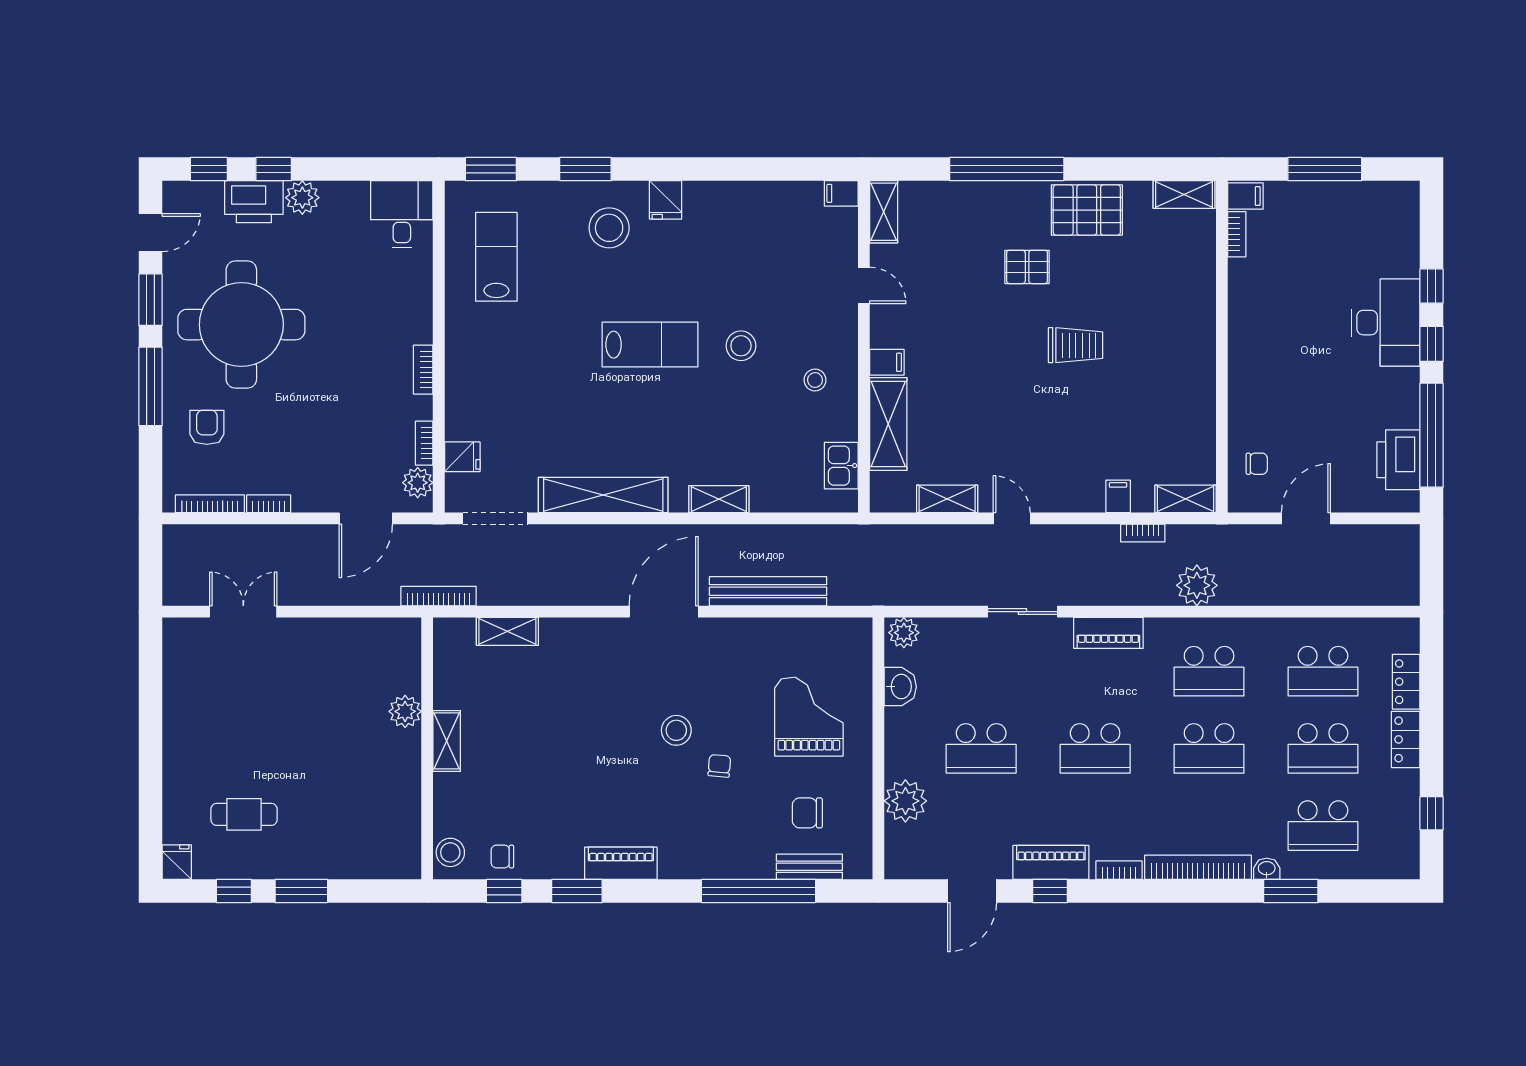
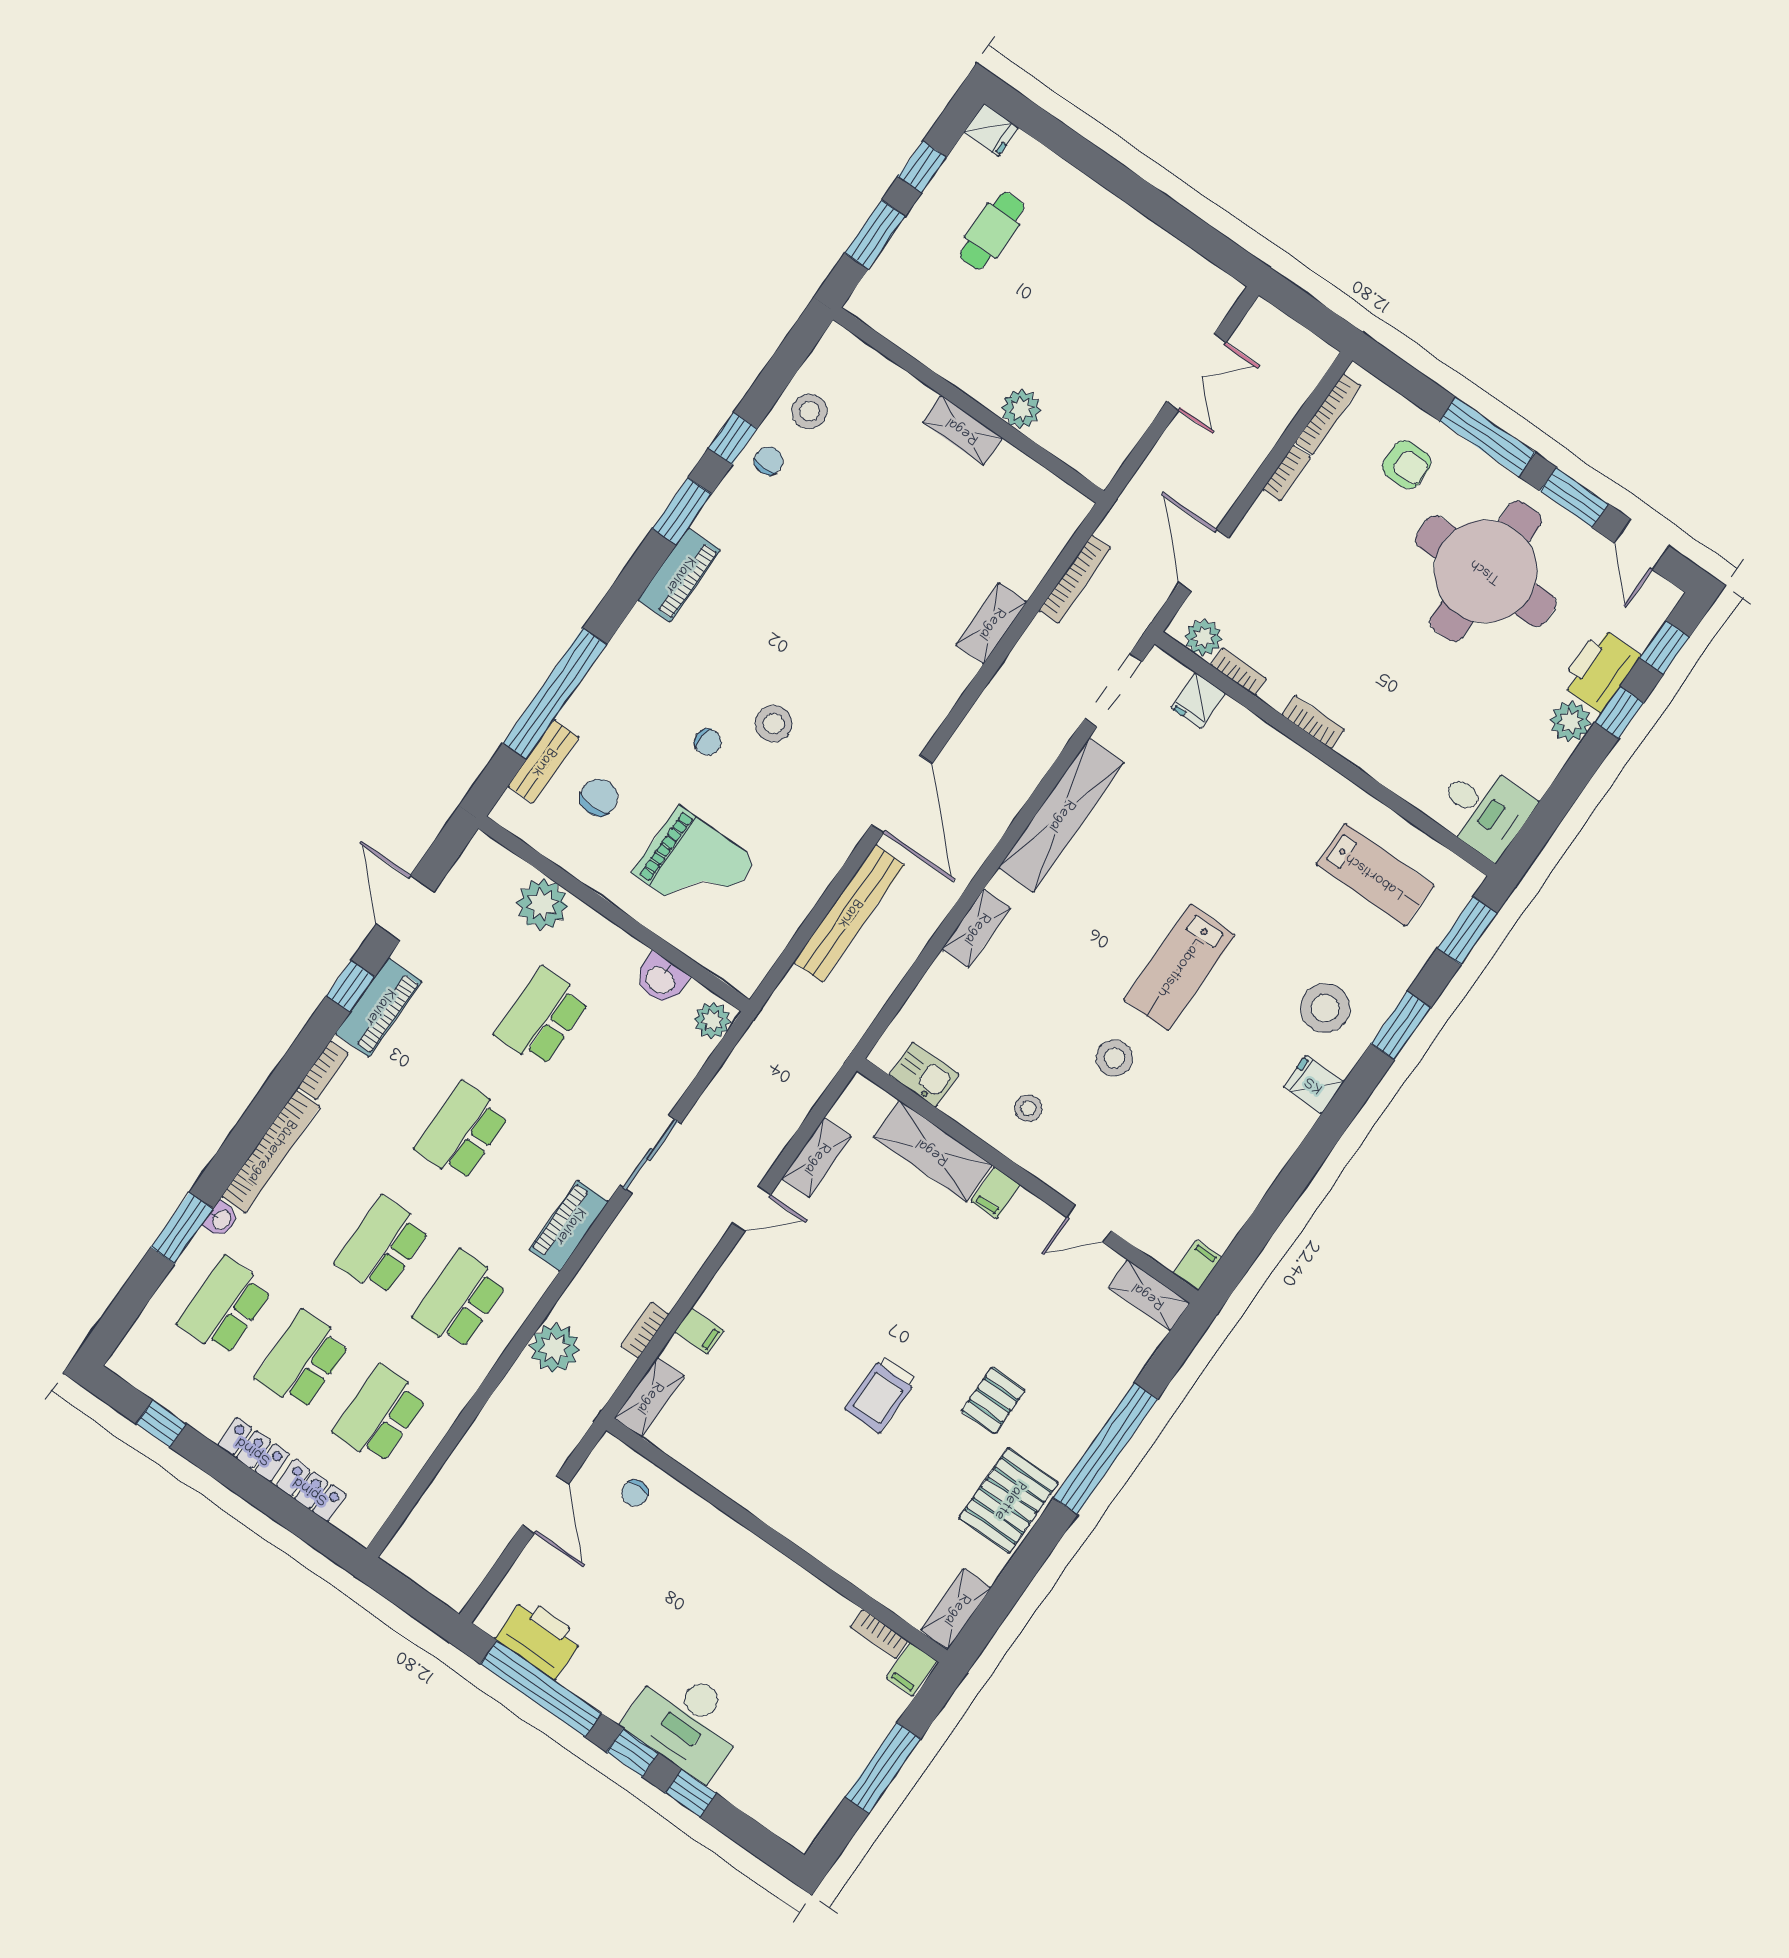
plant: (405, 711) -> (1021, 409), moved
shelving: (447, 741) -> (963, 430), moved
wall: (427, 748) -> (969, 405), moved

